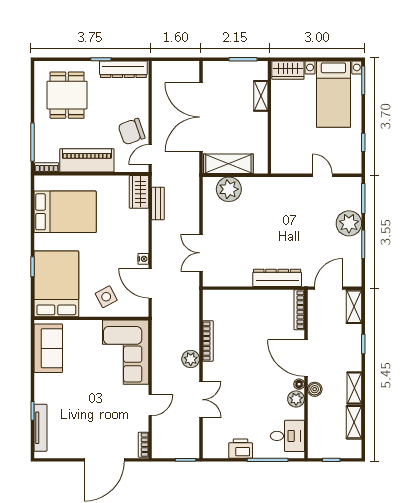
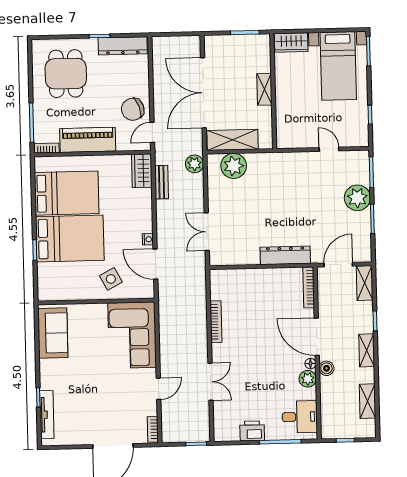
shelving: (261, 96) -> (264, 89), moved
bed: (56, 284) -> (70, 239), moved, turned 90
plant: (191, 359) -> (195, 164), moved
shelving: (354, 388) -> (367, 350), moved

